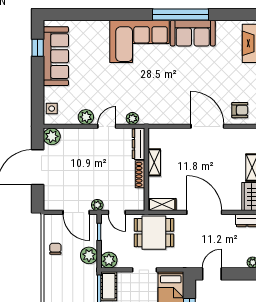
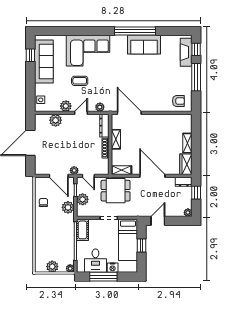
corner sofa: (140, 41) -> (88, 51), moved
coffee table: (105, 83) -> (80, 81), added
door: (207, 126) -> (129, 113), moved
plant: (52, 136) -> (56, 120), moved
plant: (109, 260) -> (83, 199), moved

